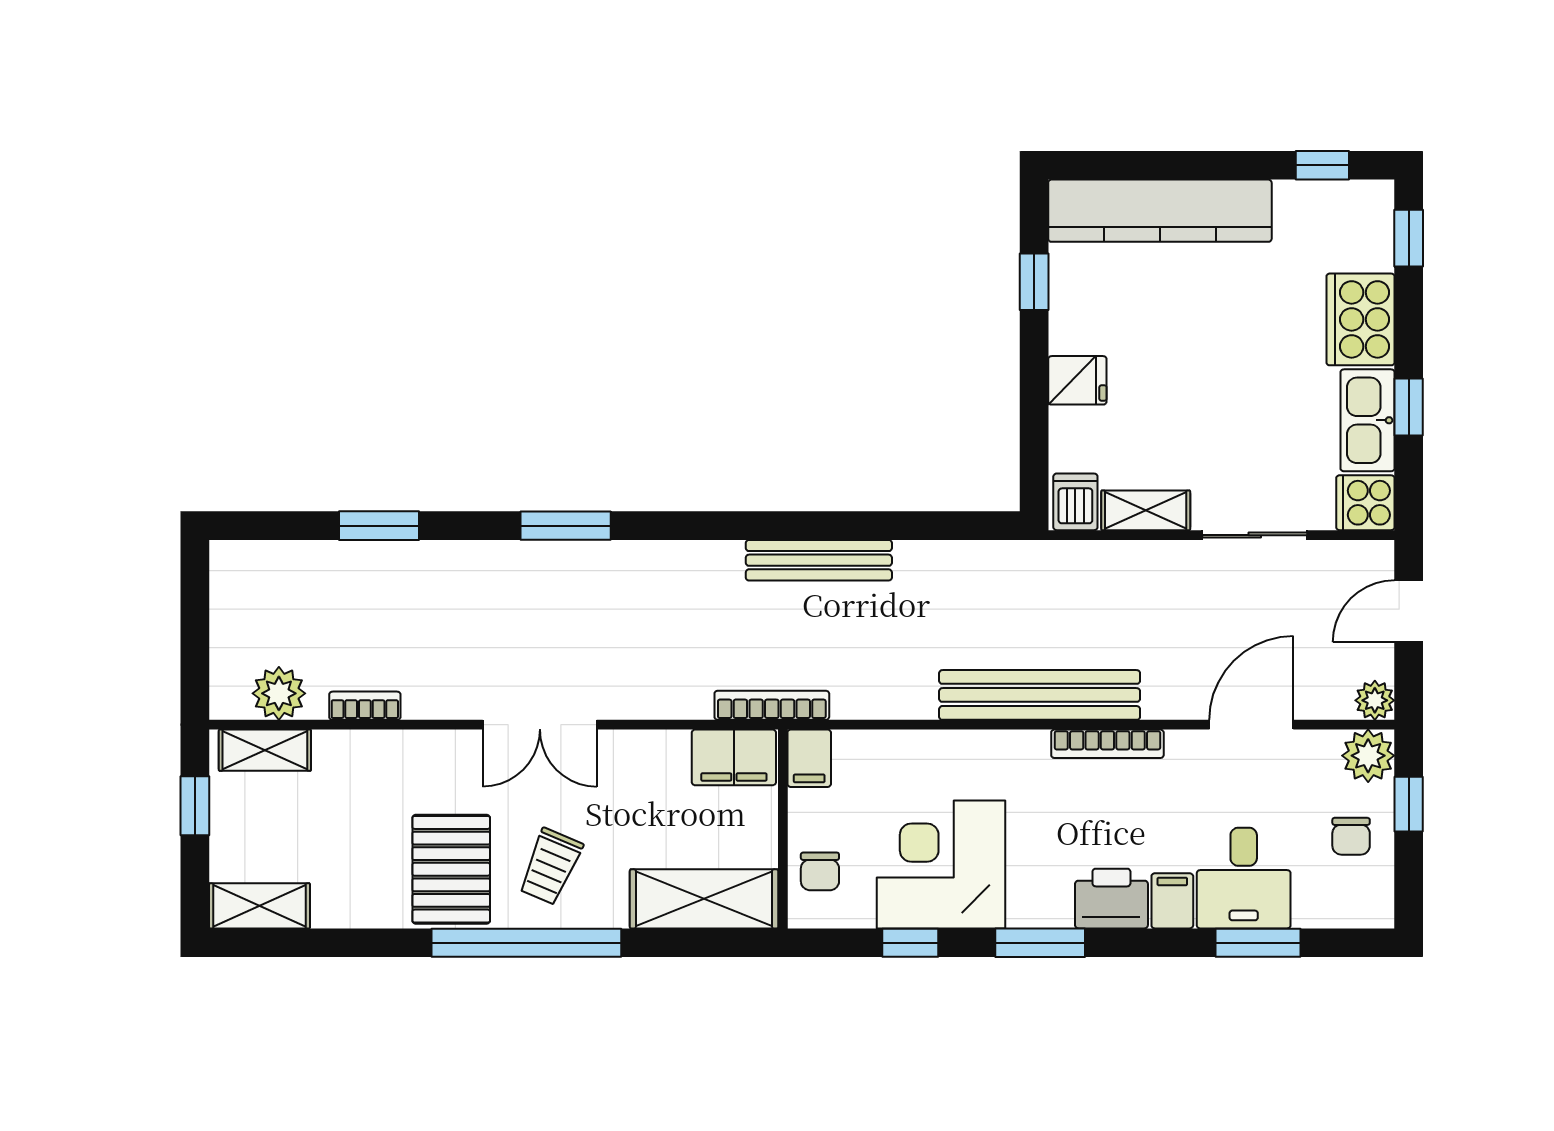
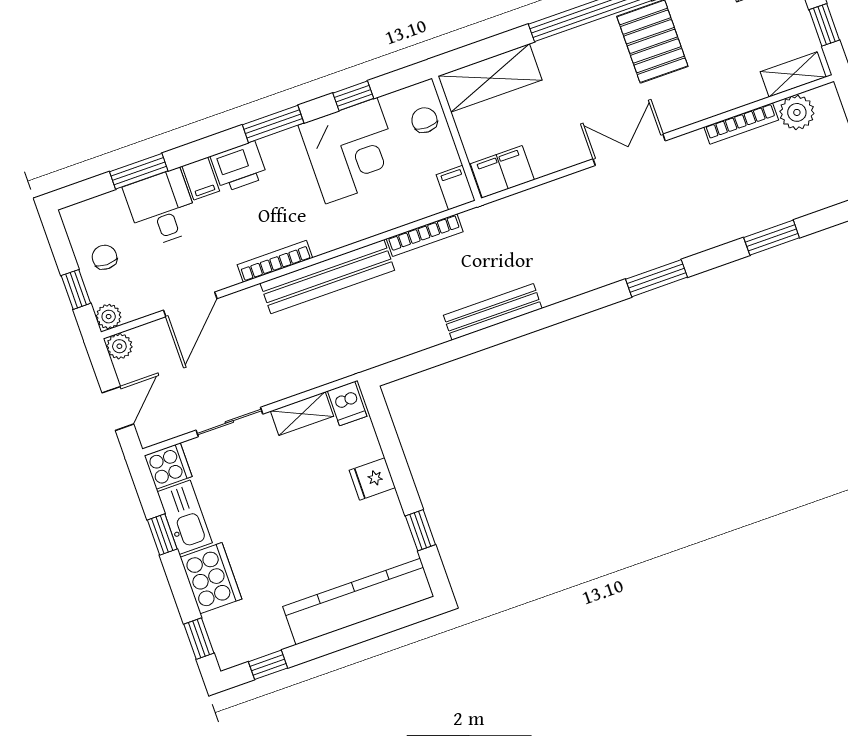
bookcase: (772, 705) -> (425, 235), moved
bookcase: (365, 706) -> (741, 123), width x1.56
plant: (1368, 756) -> (109, 317), width x0.73, depth x0.73
trolley: (550, 867) -> (592, 65), removed

